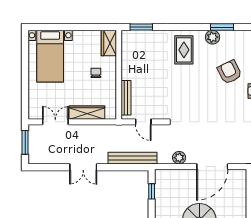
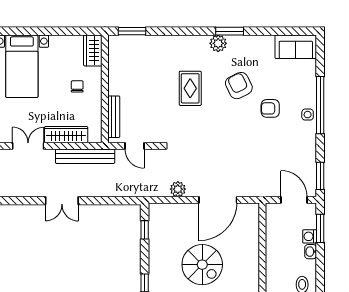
rug: (184, 50) -> (190, 88), moved
bench: (133, 158) -> (85, 156), moved

